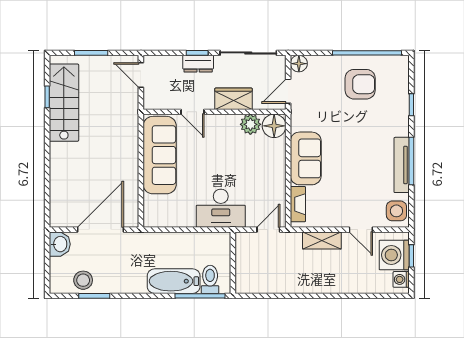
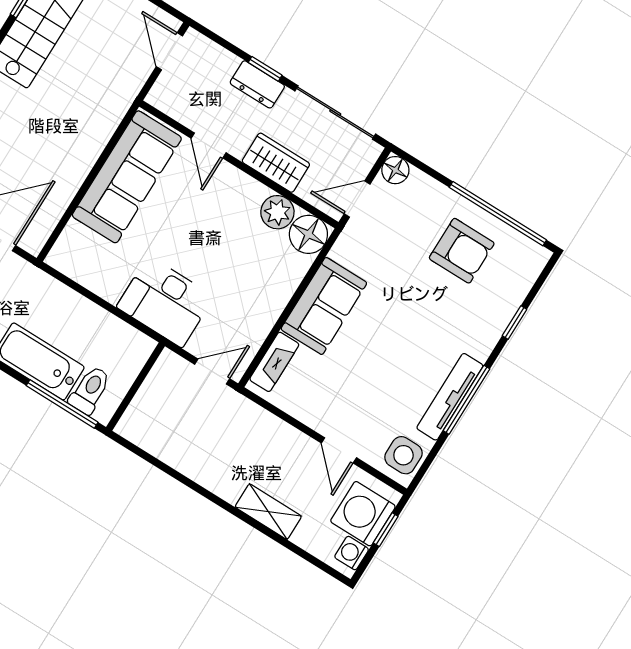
shelving: (322, 240) -> (268, 512), moved

